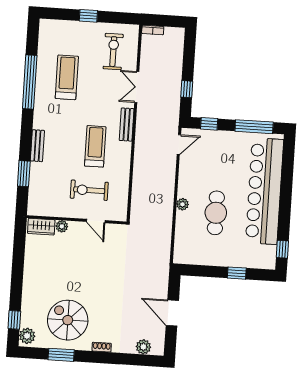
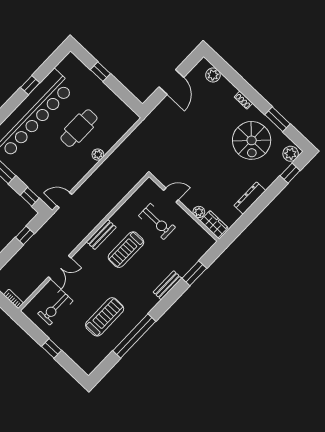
treadmill: (67, 77) -> (105, 317), turned 180
bench: (127, 125) -> (101, 235), moved
door: (96, 221) -> (171, 195), hinge flipped
window: (282, 249) -> (30, 85), moved
dresser: (30, 272) -> (250, 198), added

